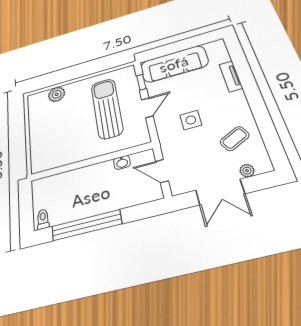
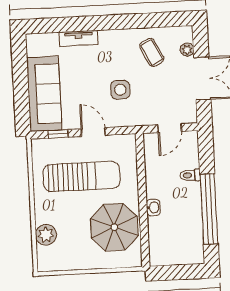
sun lounger: (107, 108) -> (82, 177), turned 180
parasol: (65, 144) -> (114, 227), added
washbasin: (122, 162) -> (153, 207), moved
toilet: (43, 219) -> (190, 175), moved

